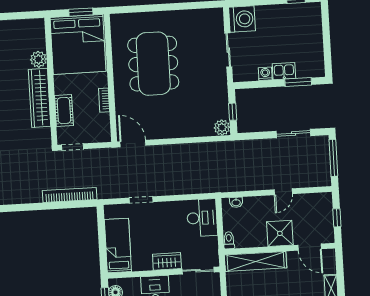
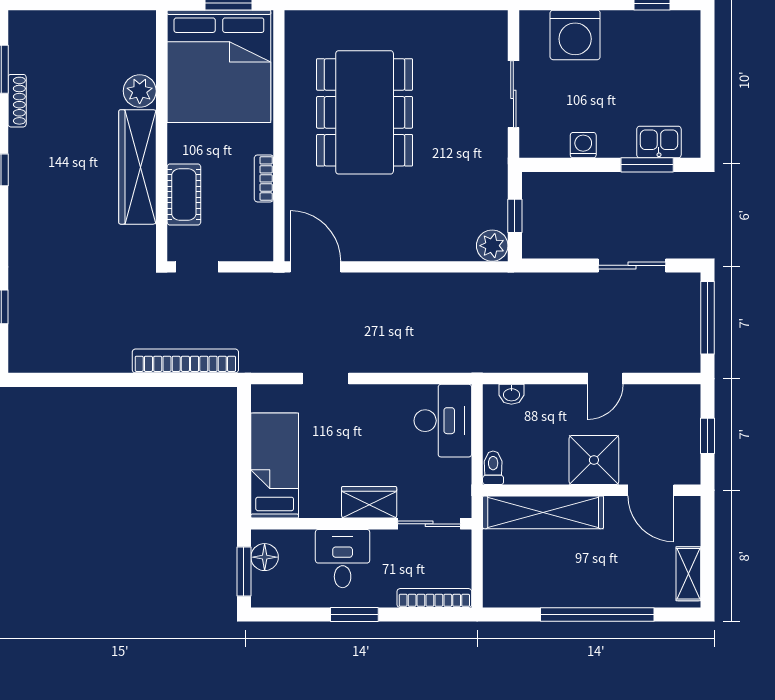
washing machine: (242, 19) -> (575, 35), moved, turned 90
kitchen sink: (284, 71) -> (659, 142), moved

